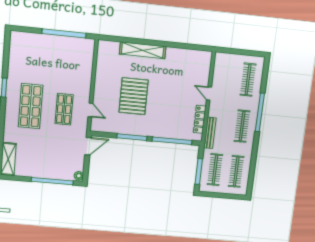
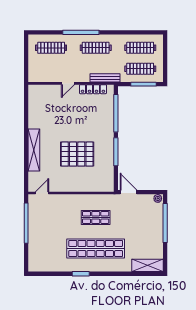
shop shelf: (31, 106) -> (96, 249), width x1.40
door: (90, 110) -> (42, 193), moved

